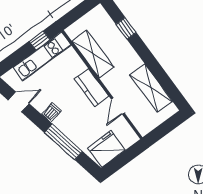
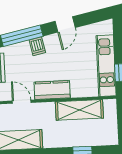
door: (19, 102) -> (65, 24), moved
dishwasher: (51, 113) -> (37, 46), moved

